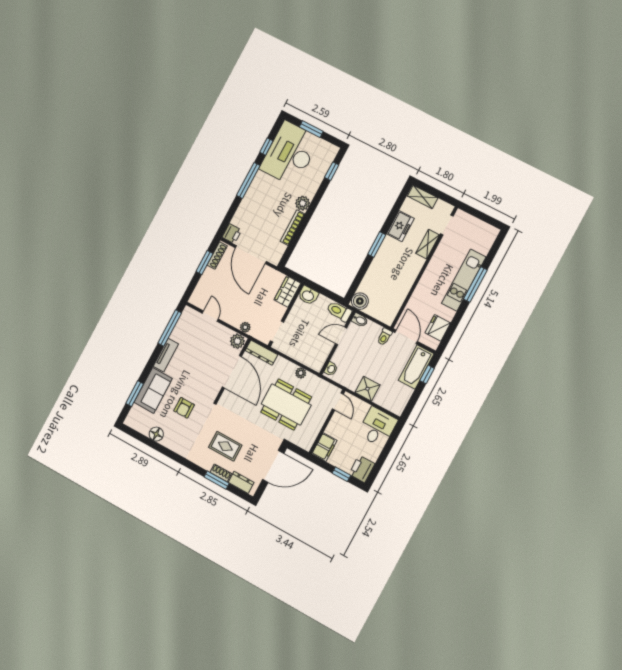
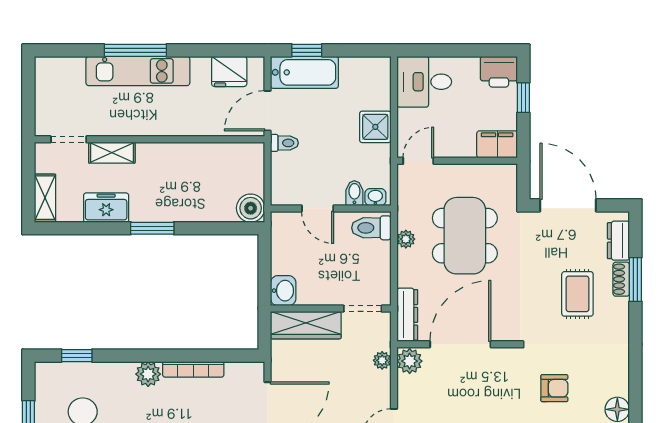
wardrobe: (287, 292) -> (306, 325), width x1.50
toilet: (339, 311) -> (371, 228), moved, turned 90
bidet: (360, 320) -> (354, 193), moved

